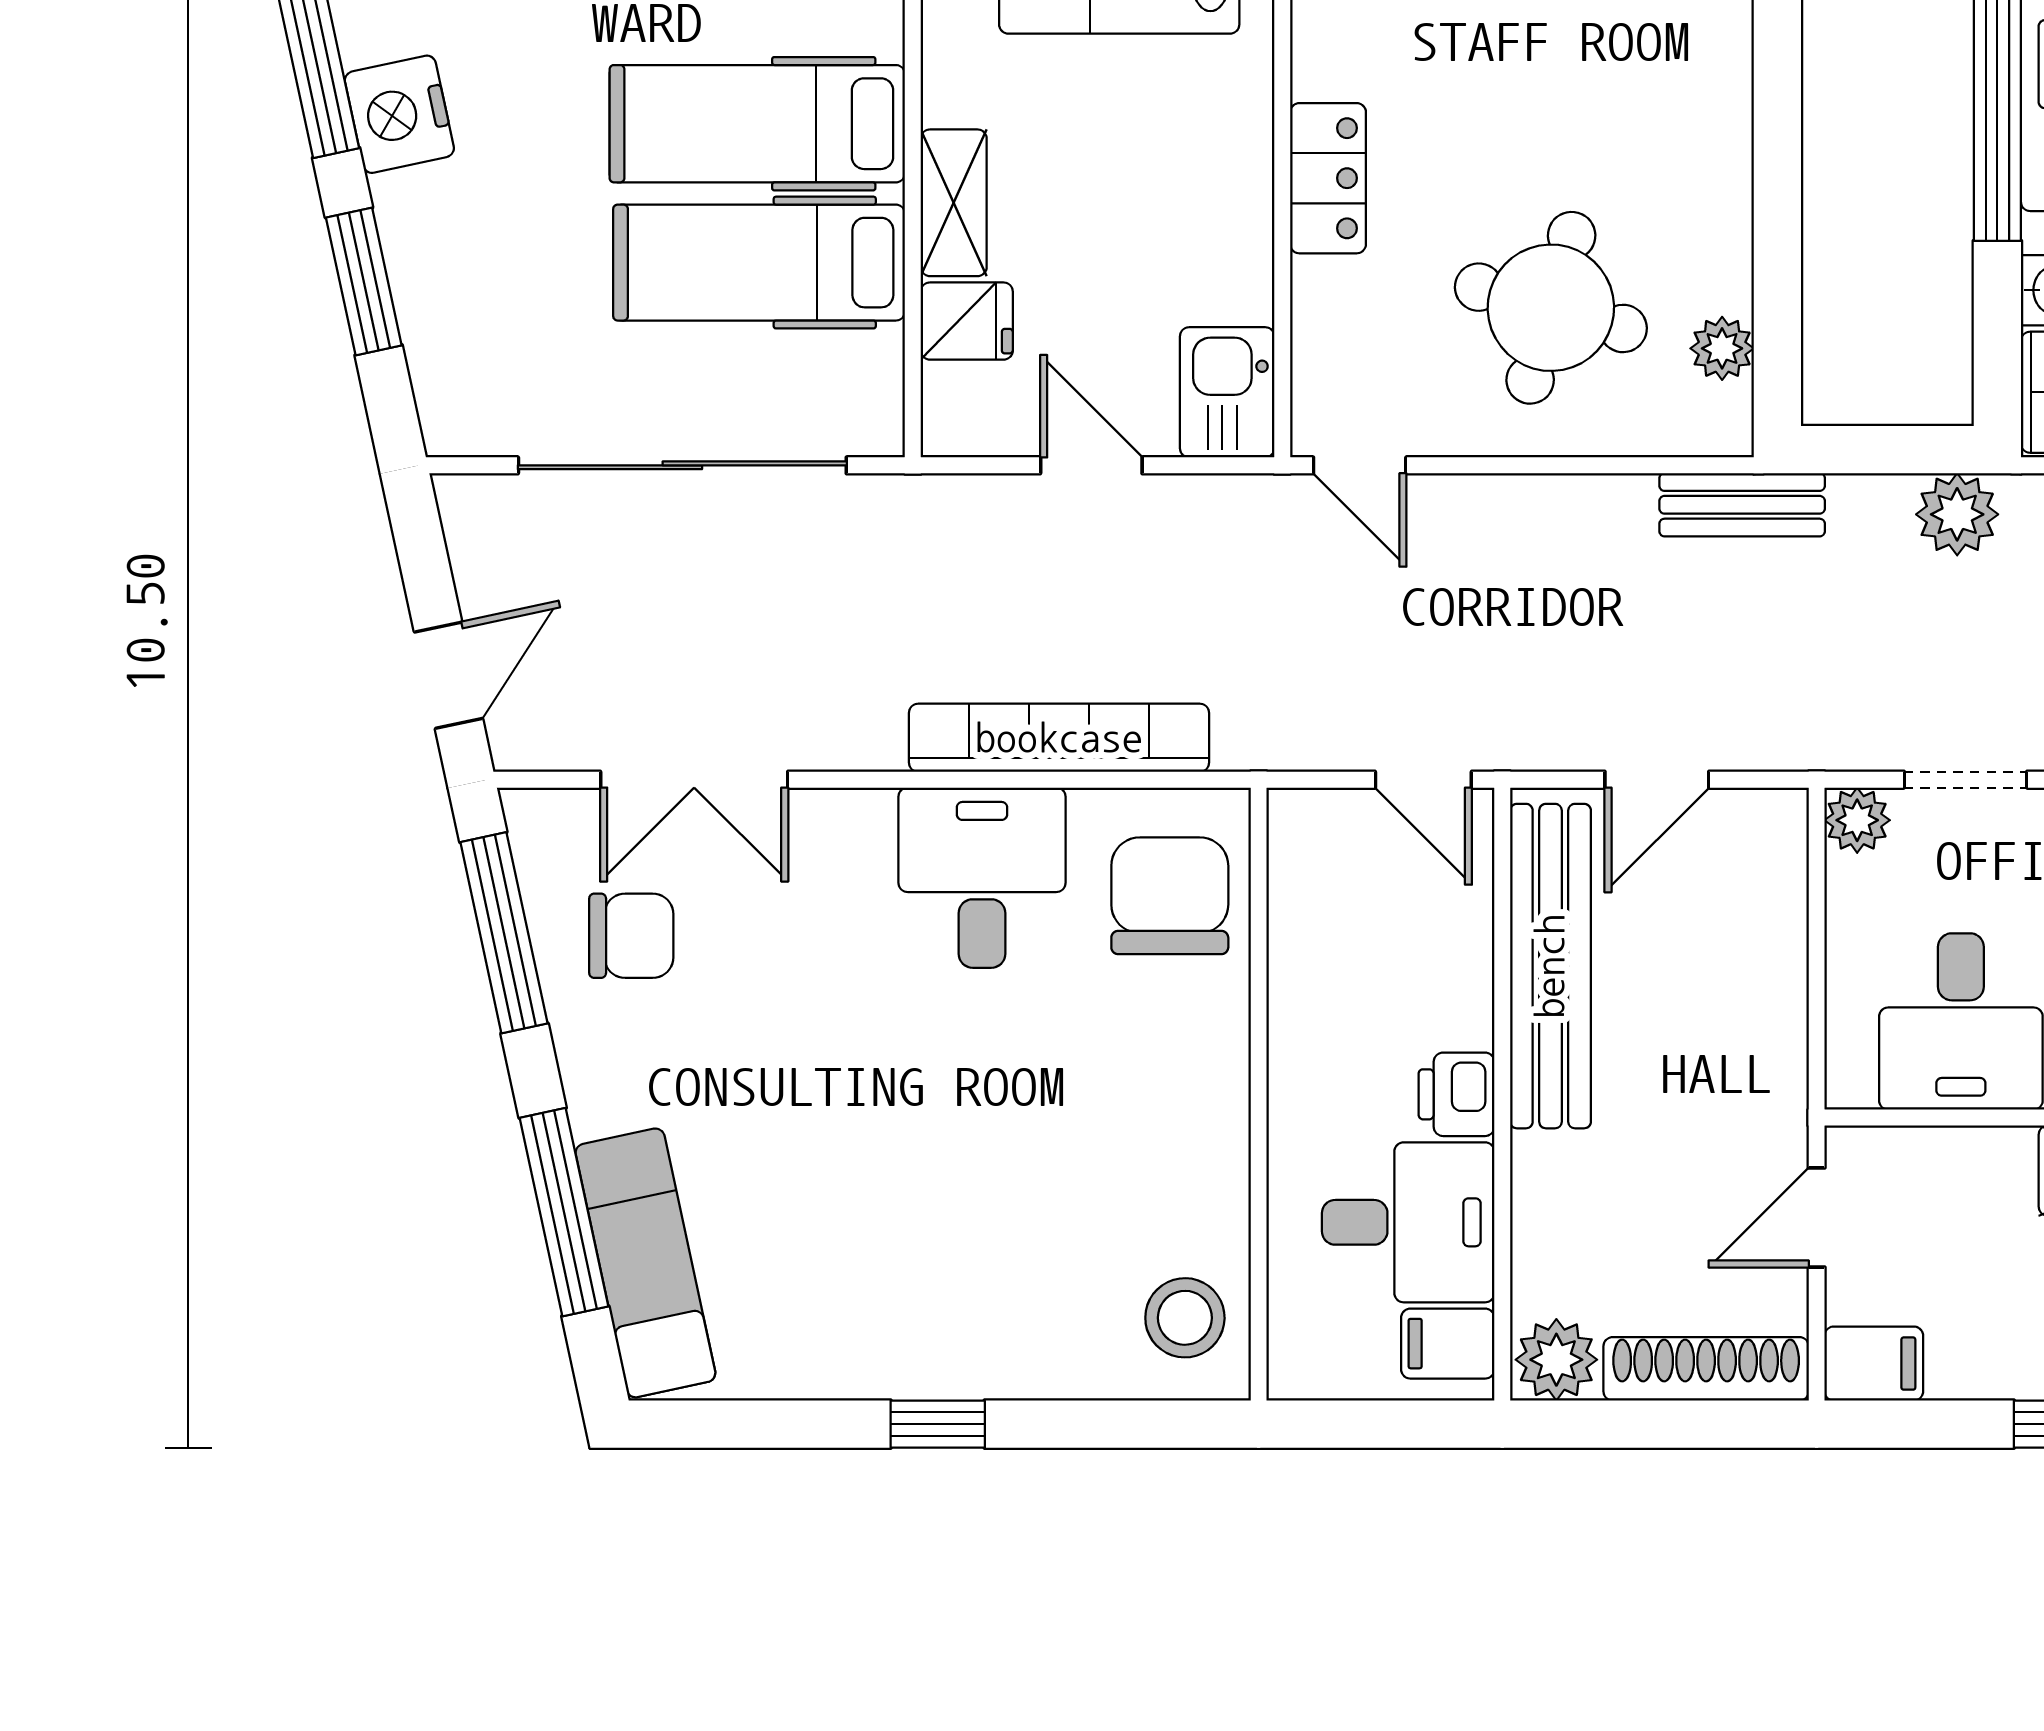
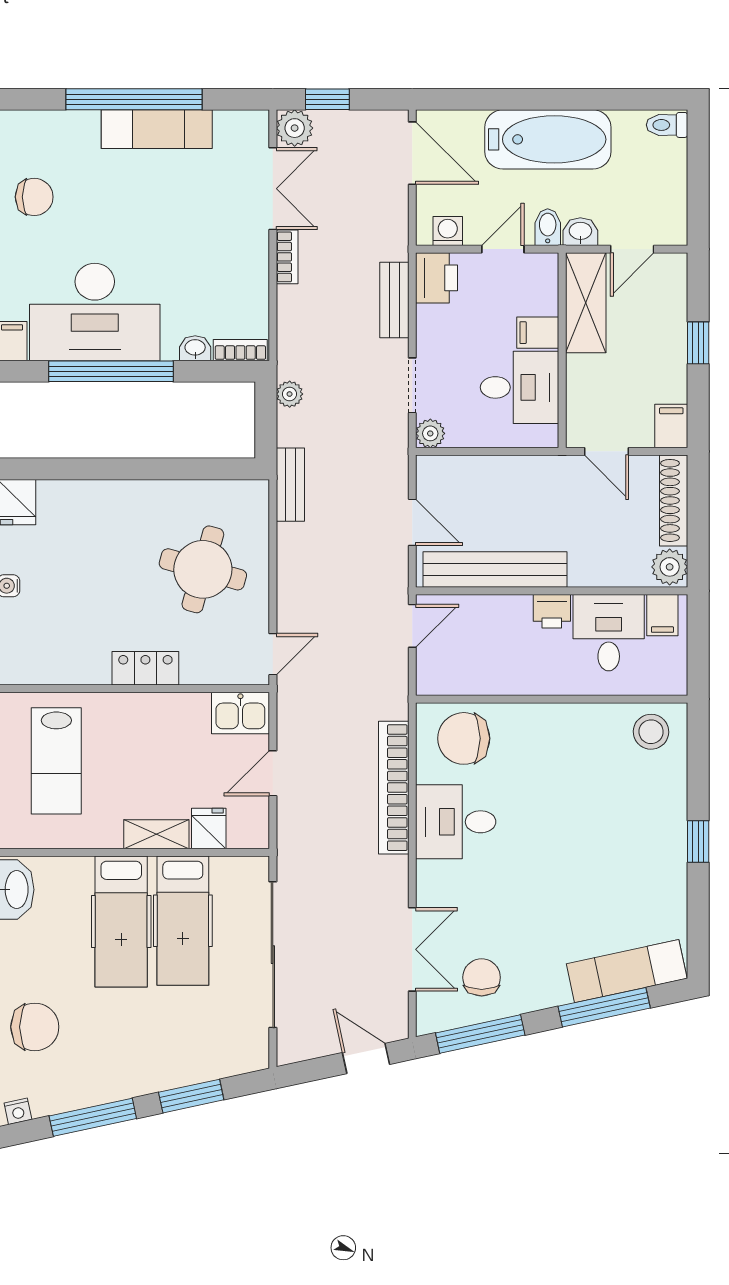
nightstand: (399, 114) -> (117, 1080), removed
plant: (1722, 348) -> (221, 493), removed
plant: (1957, 514) -> (290, 394), width x0.73, depth x0.73

